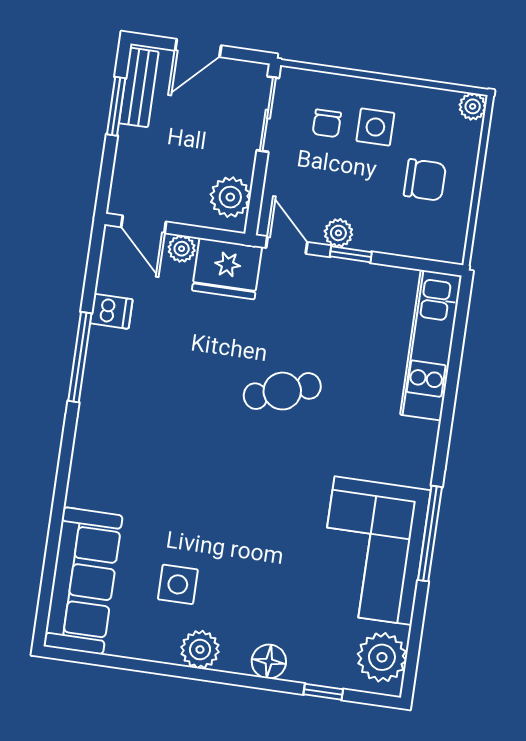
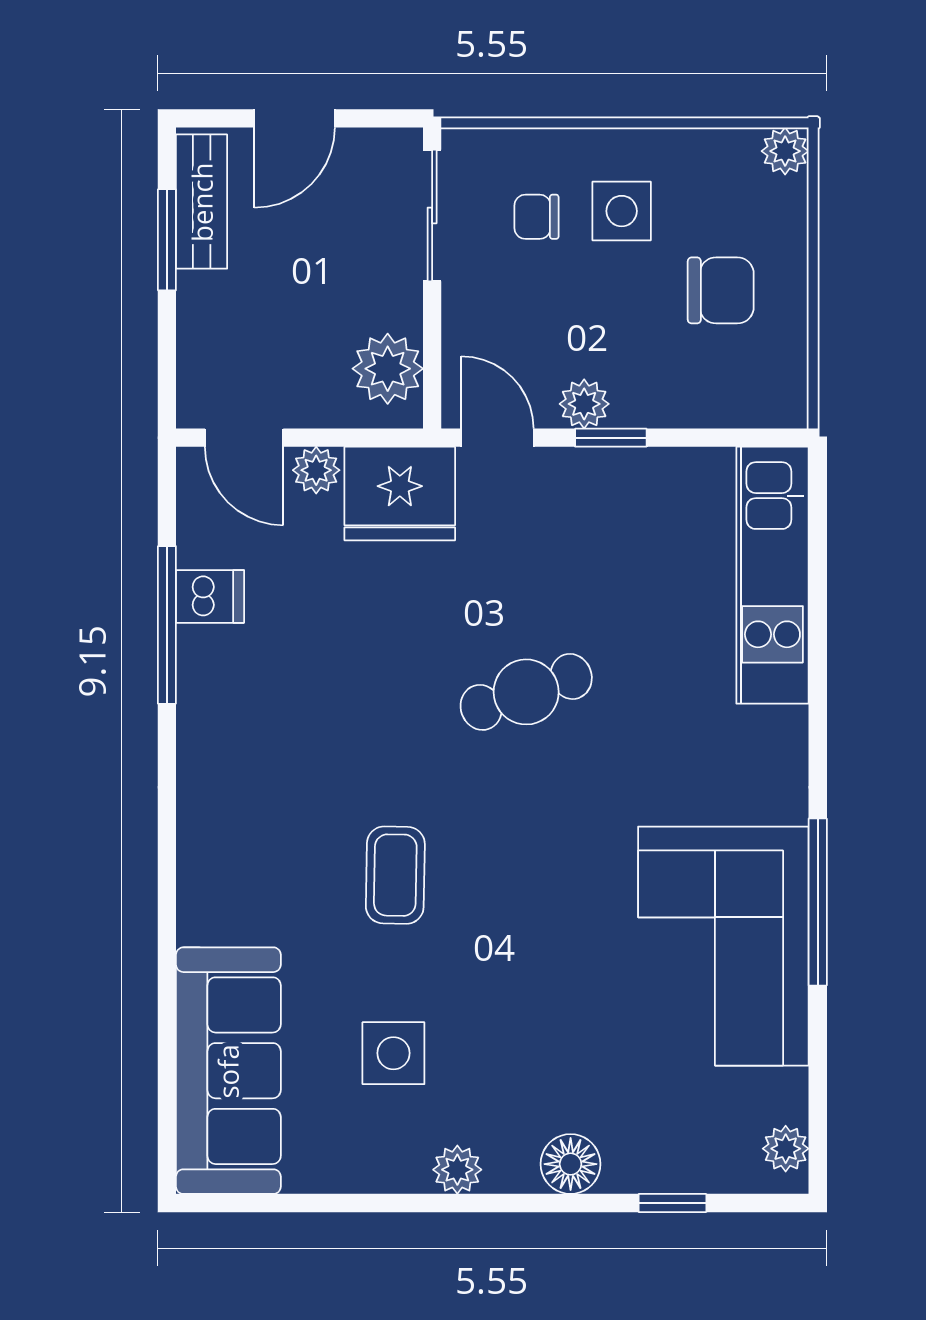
chair: (327, 123) -> (537, 217), turned 90
window: (80, 357) -> (167, 625), moved
coffee table: (193, 484) -> (395, 875), added
plant: (200, 650) -> (457, 1170), width x0.73, depth x0.73
plant: (382, 657) -> (786, 1149), width x0.53, depth x0.53

